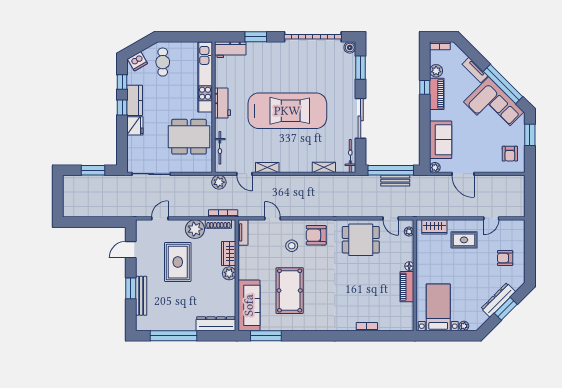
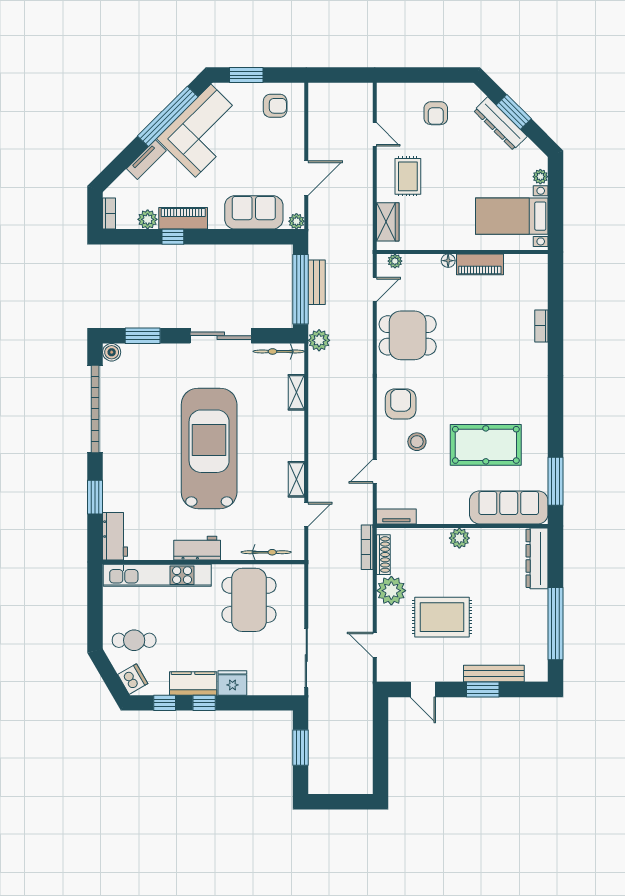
plant: (219, 182) -> (319, 340), moved
armchair: (316, 235) -> (401, 404), turned 180
dining table: (361, 240) -> (408, 335), turned 90
wardrobe: (229, 254) -> (429, 539), removed

